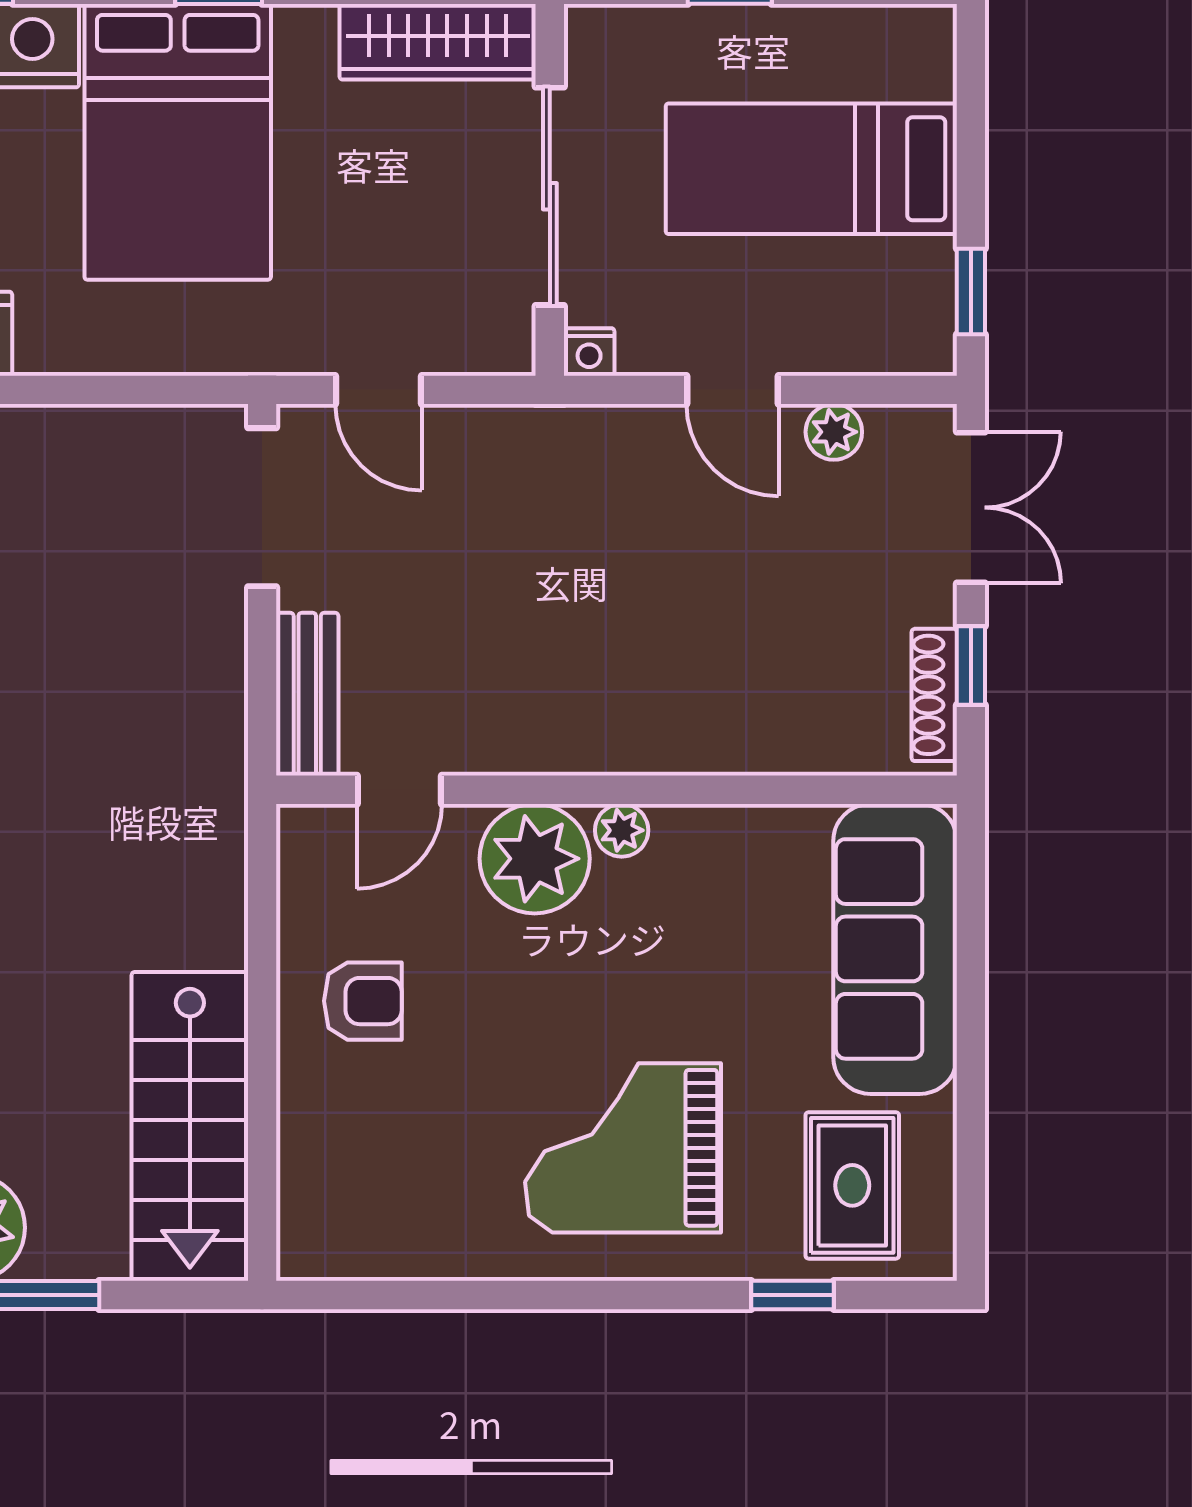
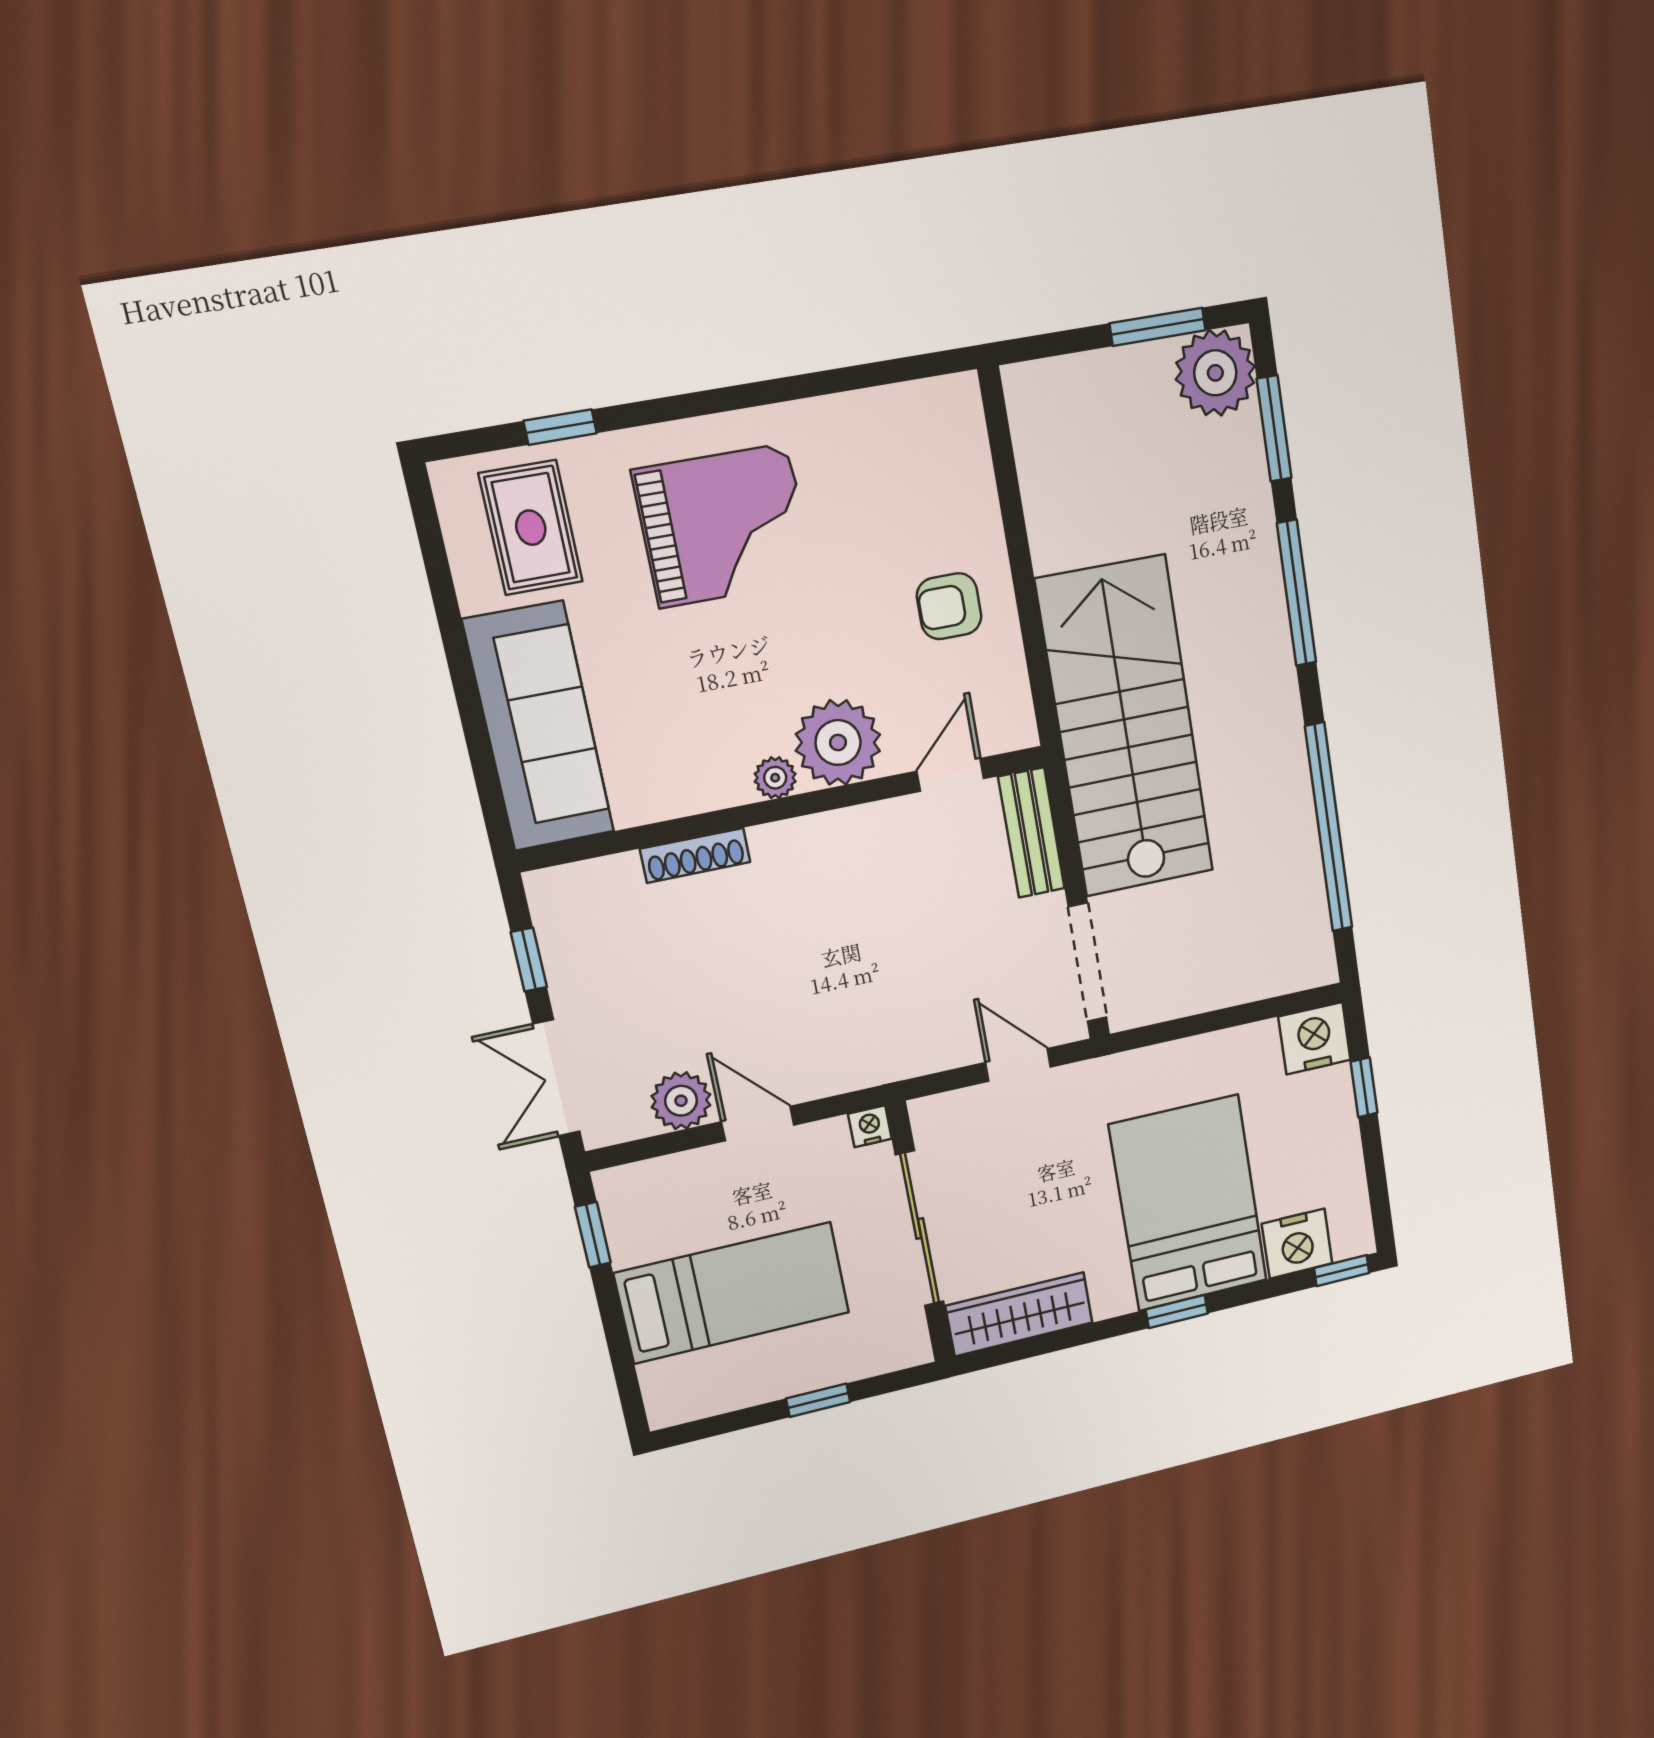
plant: (834, 432) -> (681, 1101), width x1.38, depth x1.38
shoe rack: (934, 695) -> (695, 855), moved, turned 90
stairs: (190, 1126) -> (1125, 727), moved, width x1.36, depth x1.51

